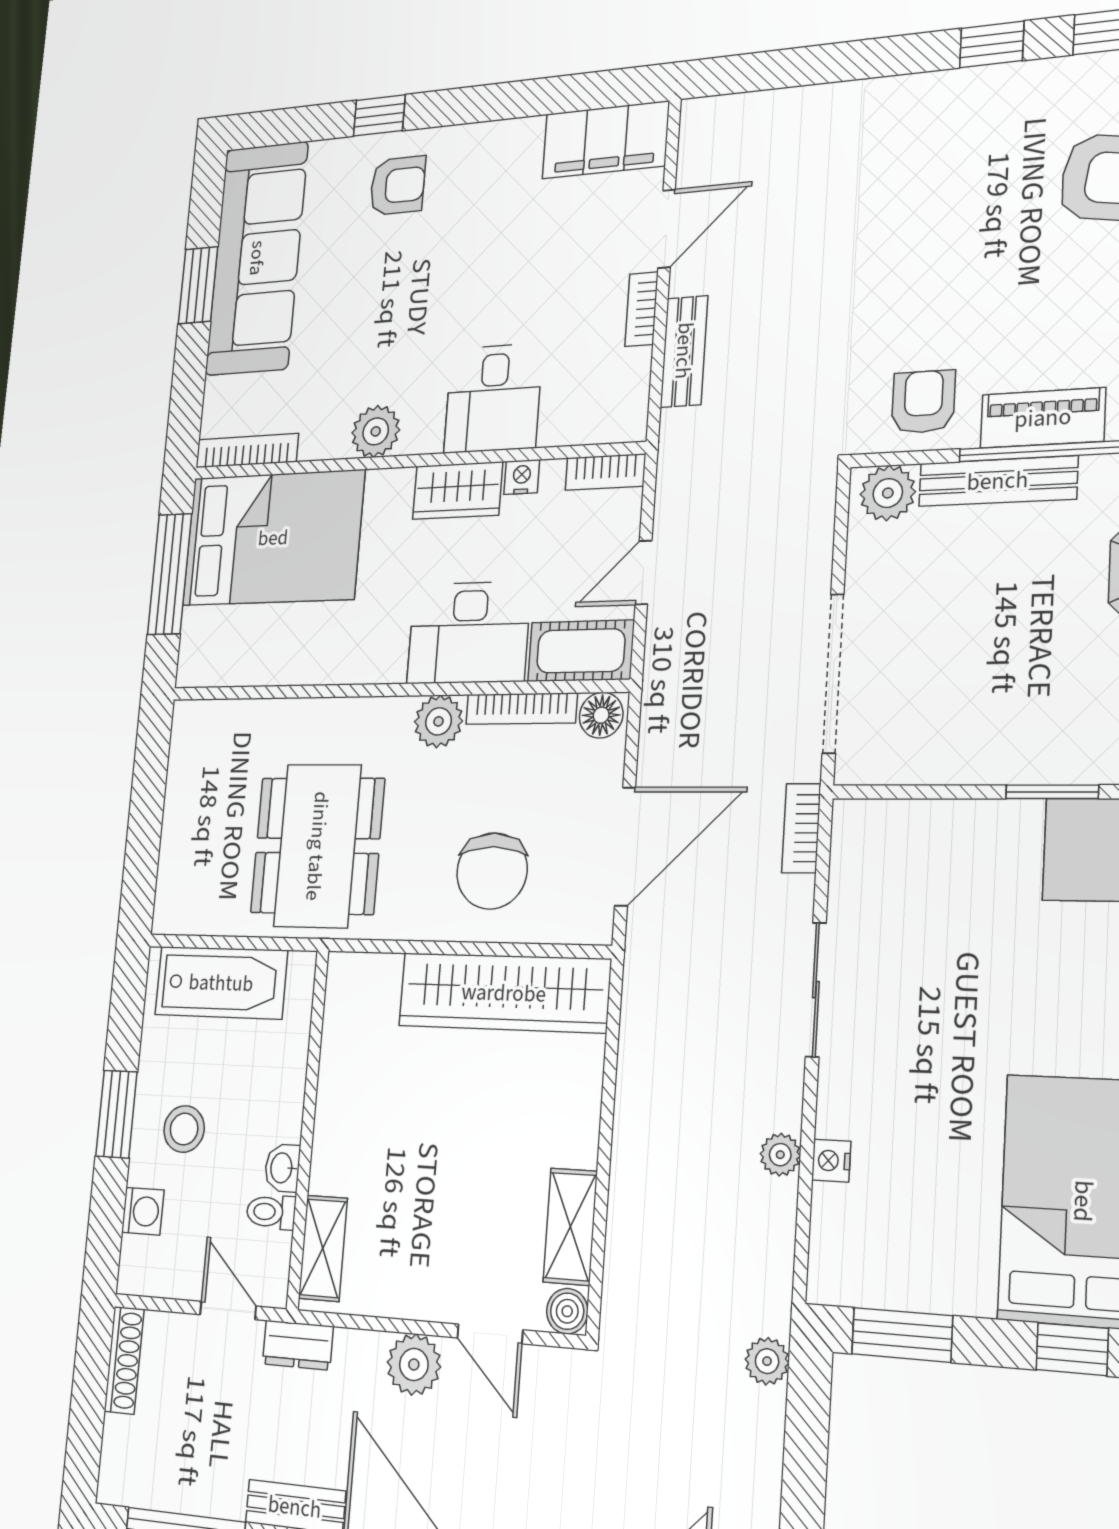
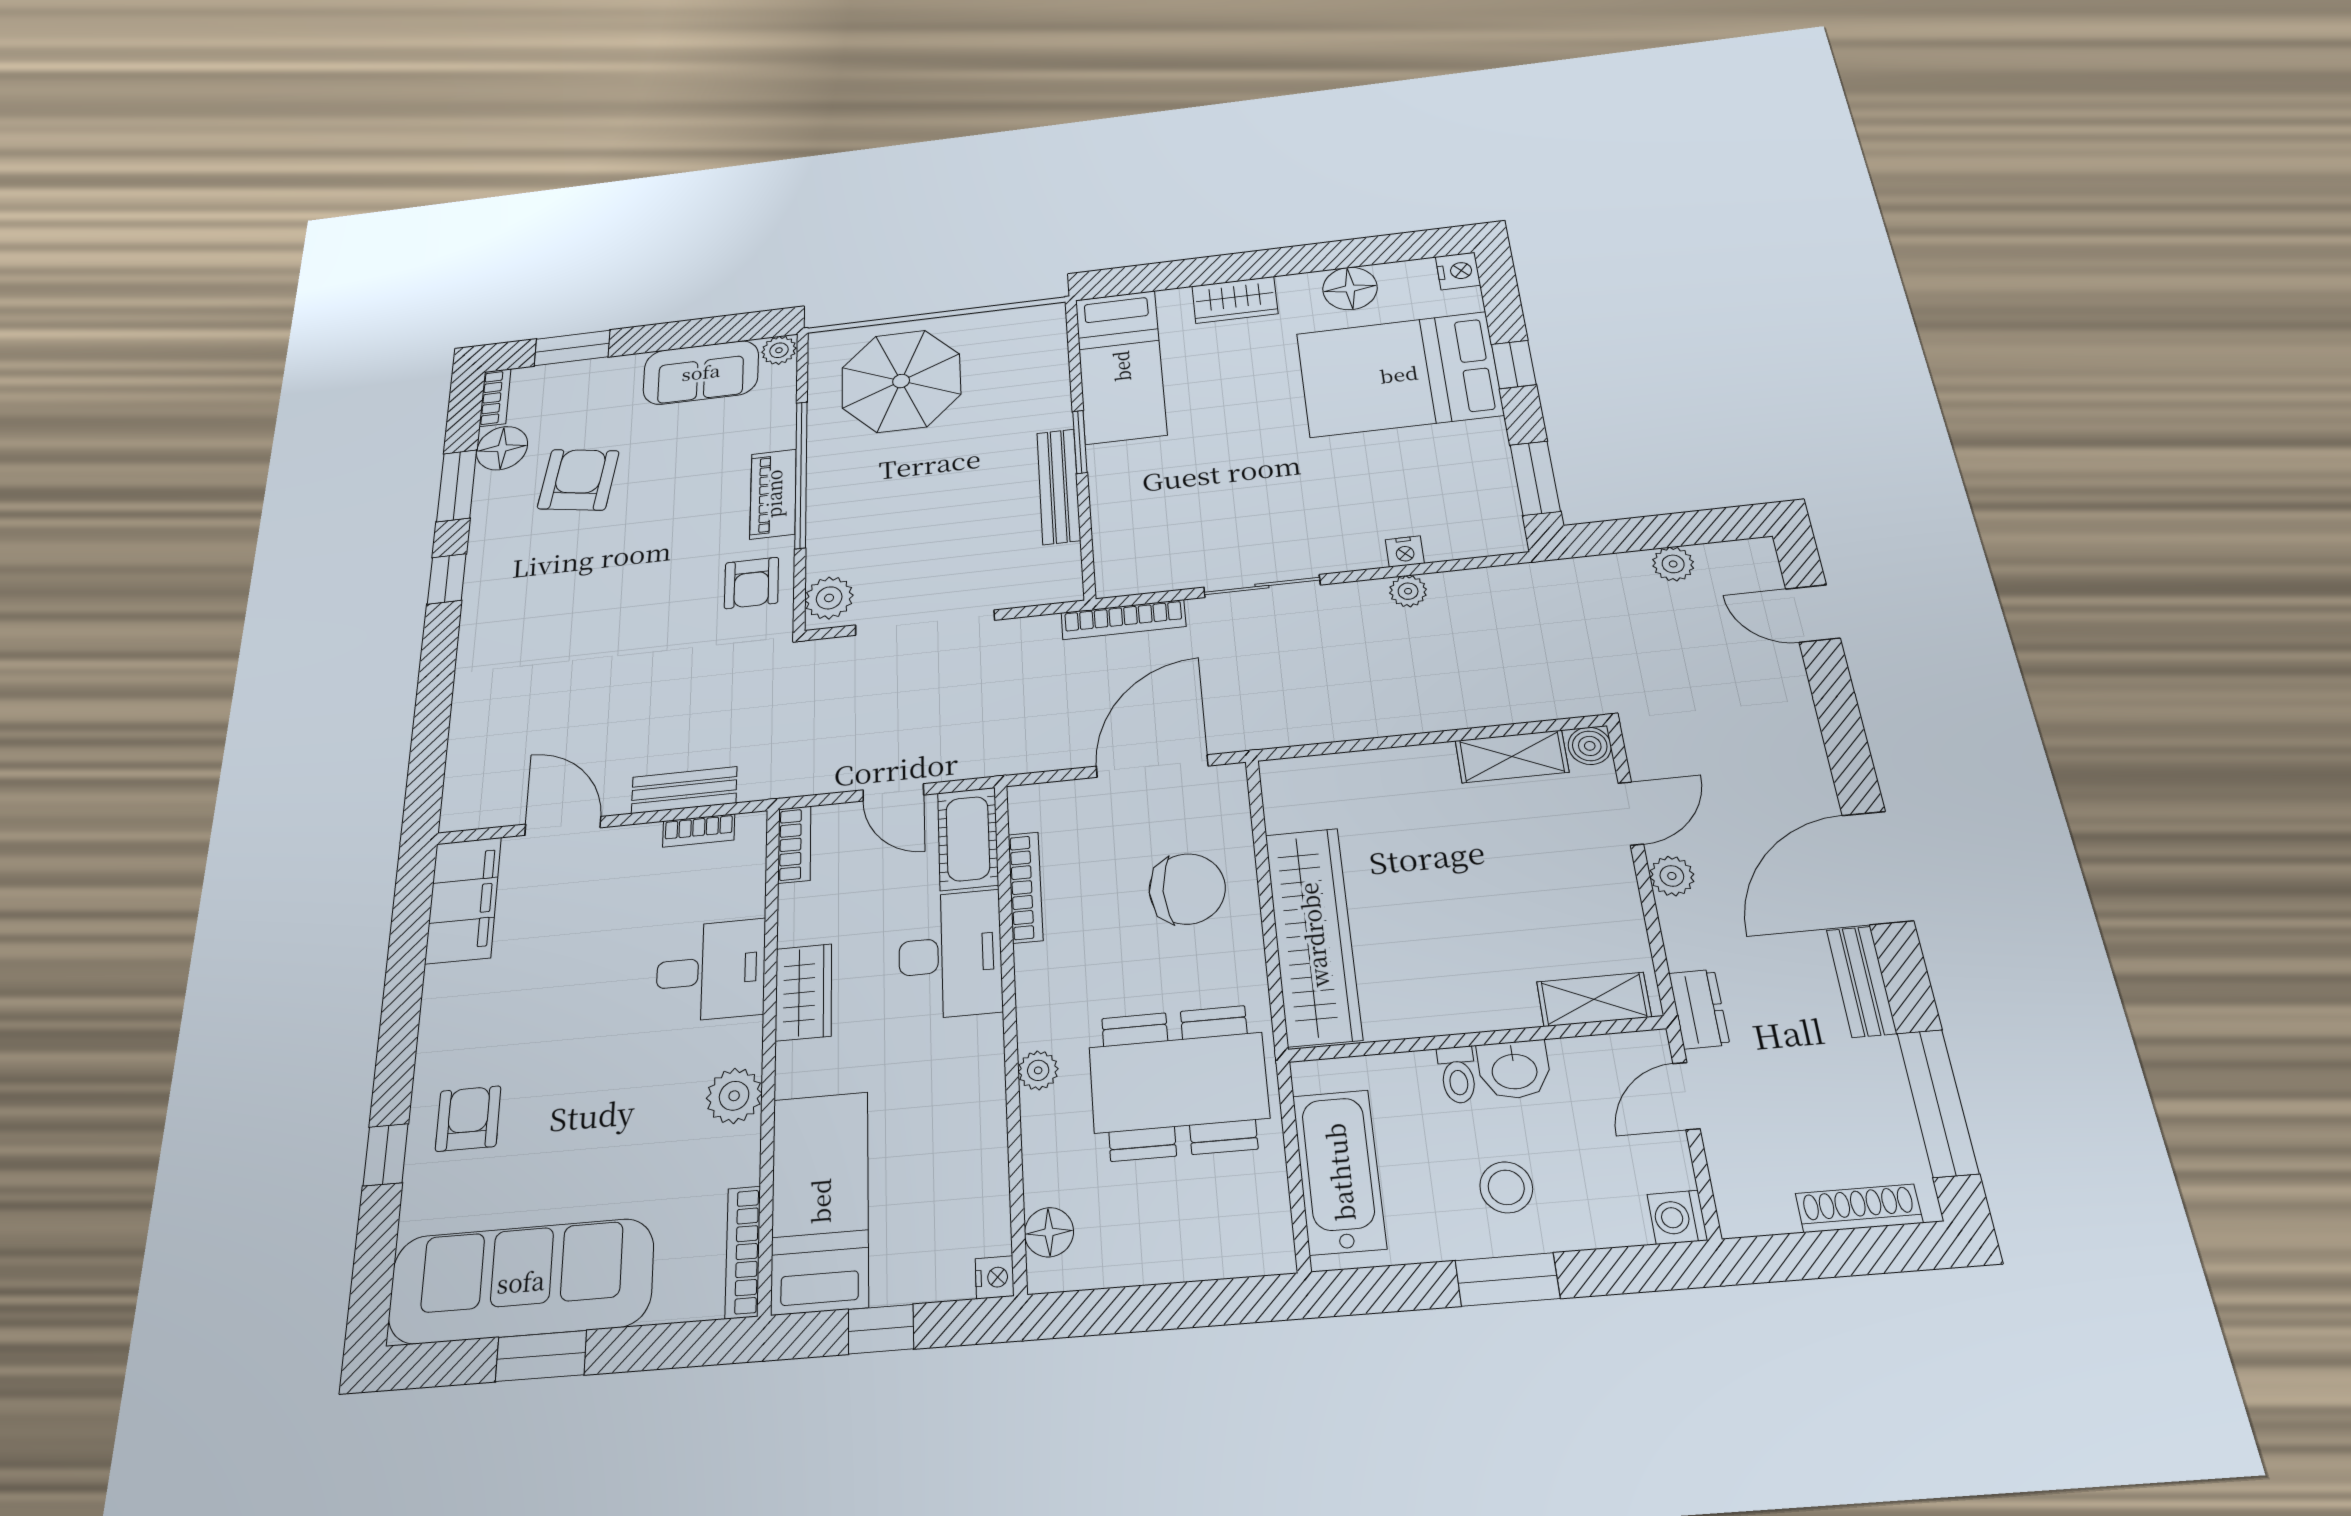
bookcase: (642, 309) -> (699, 830), moved
armchair: (923, 402) -> (751, 583), turned -90
nightstand: (522, 477) -> (995, 1277), moved, turned 180
bench: (998, 481) -> (1059, 486), moved
bed: (273, 538) -> (820, 1201), width x0.67
window: (170, 574) -> (881, 1329), width x0.46
doorway: (833, 673) -> (925, 623), moved
floor lamp: (601, 715) -> (1049, 1232), moved
plant: (438, 721) -> (1038, 1070), moved, width x0.73, depth x0.73
bookcase: (801, 828) -> (1123, 620), width x1.56
door: (625, 846) -> (1152, 766), hinge flipped
wardrobe: (504, 993) -> (1313, 935), moved
washbasin: (282, 1168) -> (1514, 1070), width x1.38, depth x1.45
washing machine: (143, 1211) -> (1677, 1217), moved, turned -90
toilet: (271, 1212) -> (1458, 1075), moved
shoe rack: (124, 1360) -> (1859, 1208), moved
plant: (767, 1361) -> (1673, 564), moved
plant: (414, 1365) -> (1672, 876), width x0.73, depth x0.73

